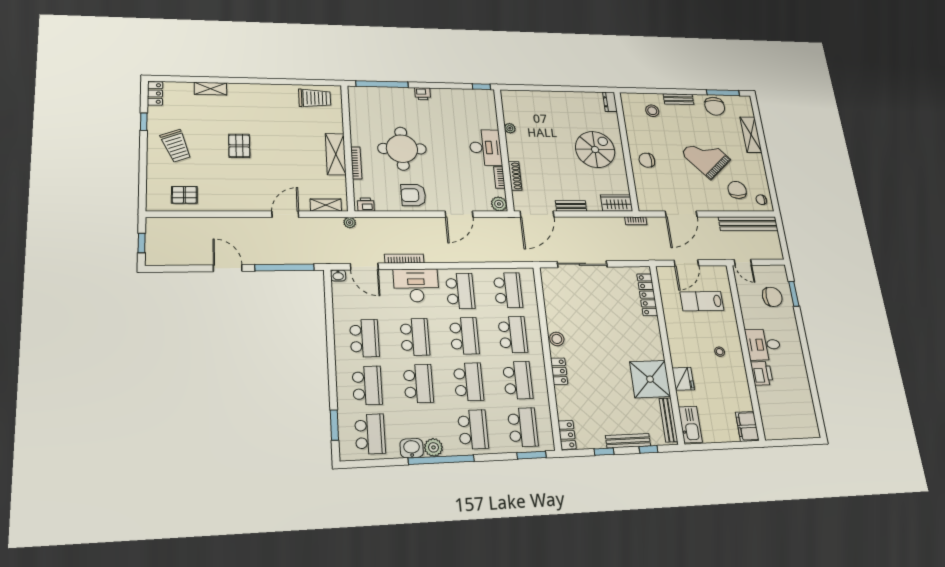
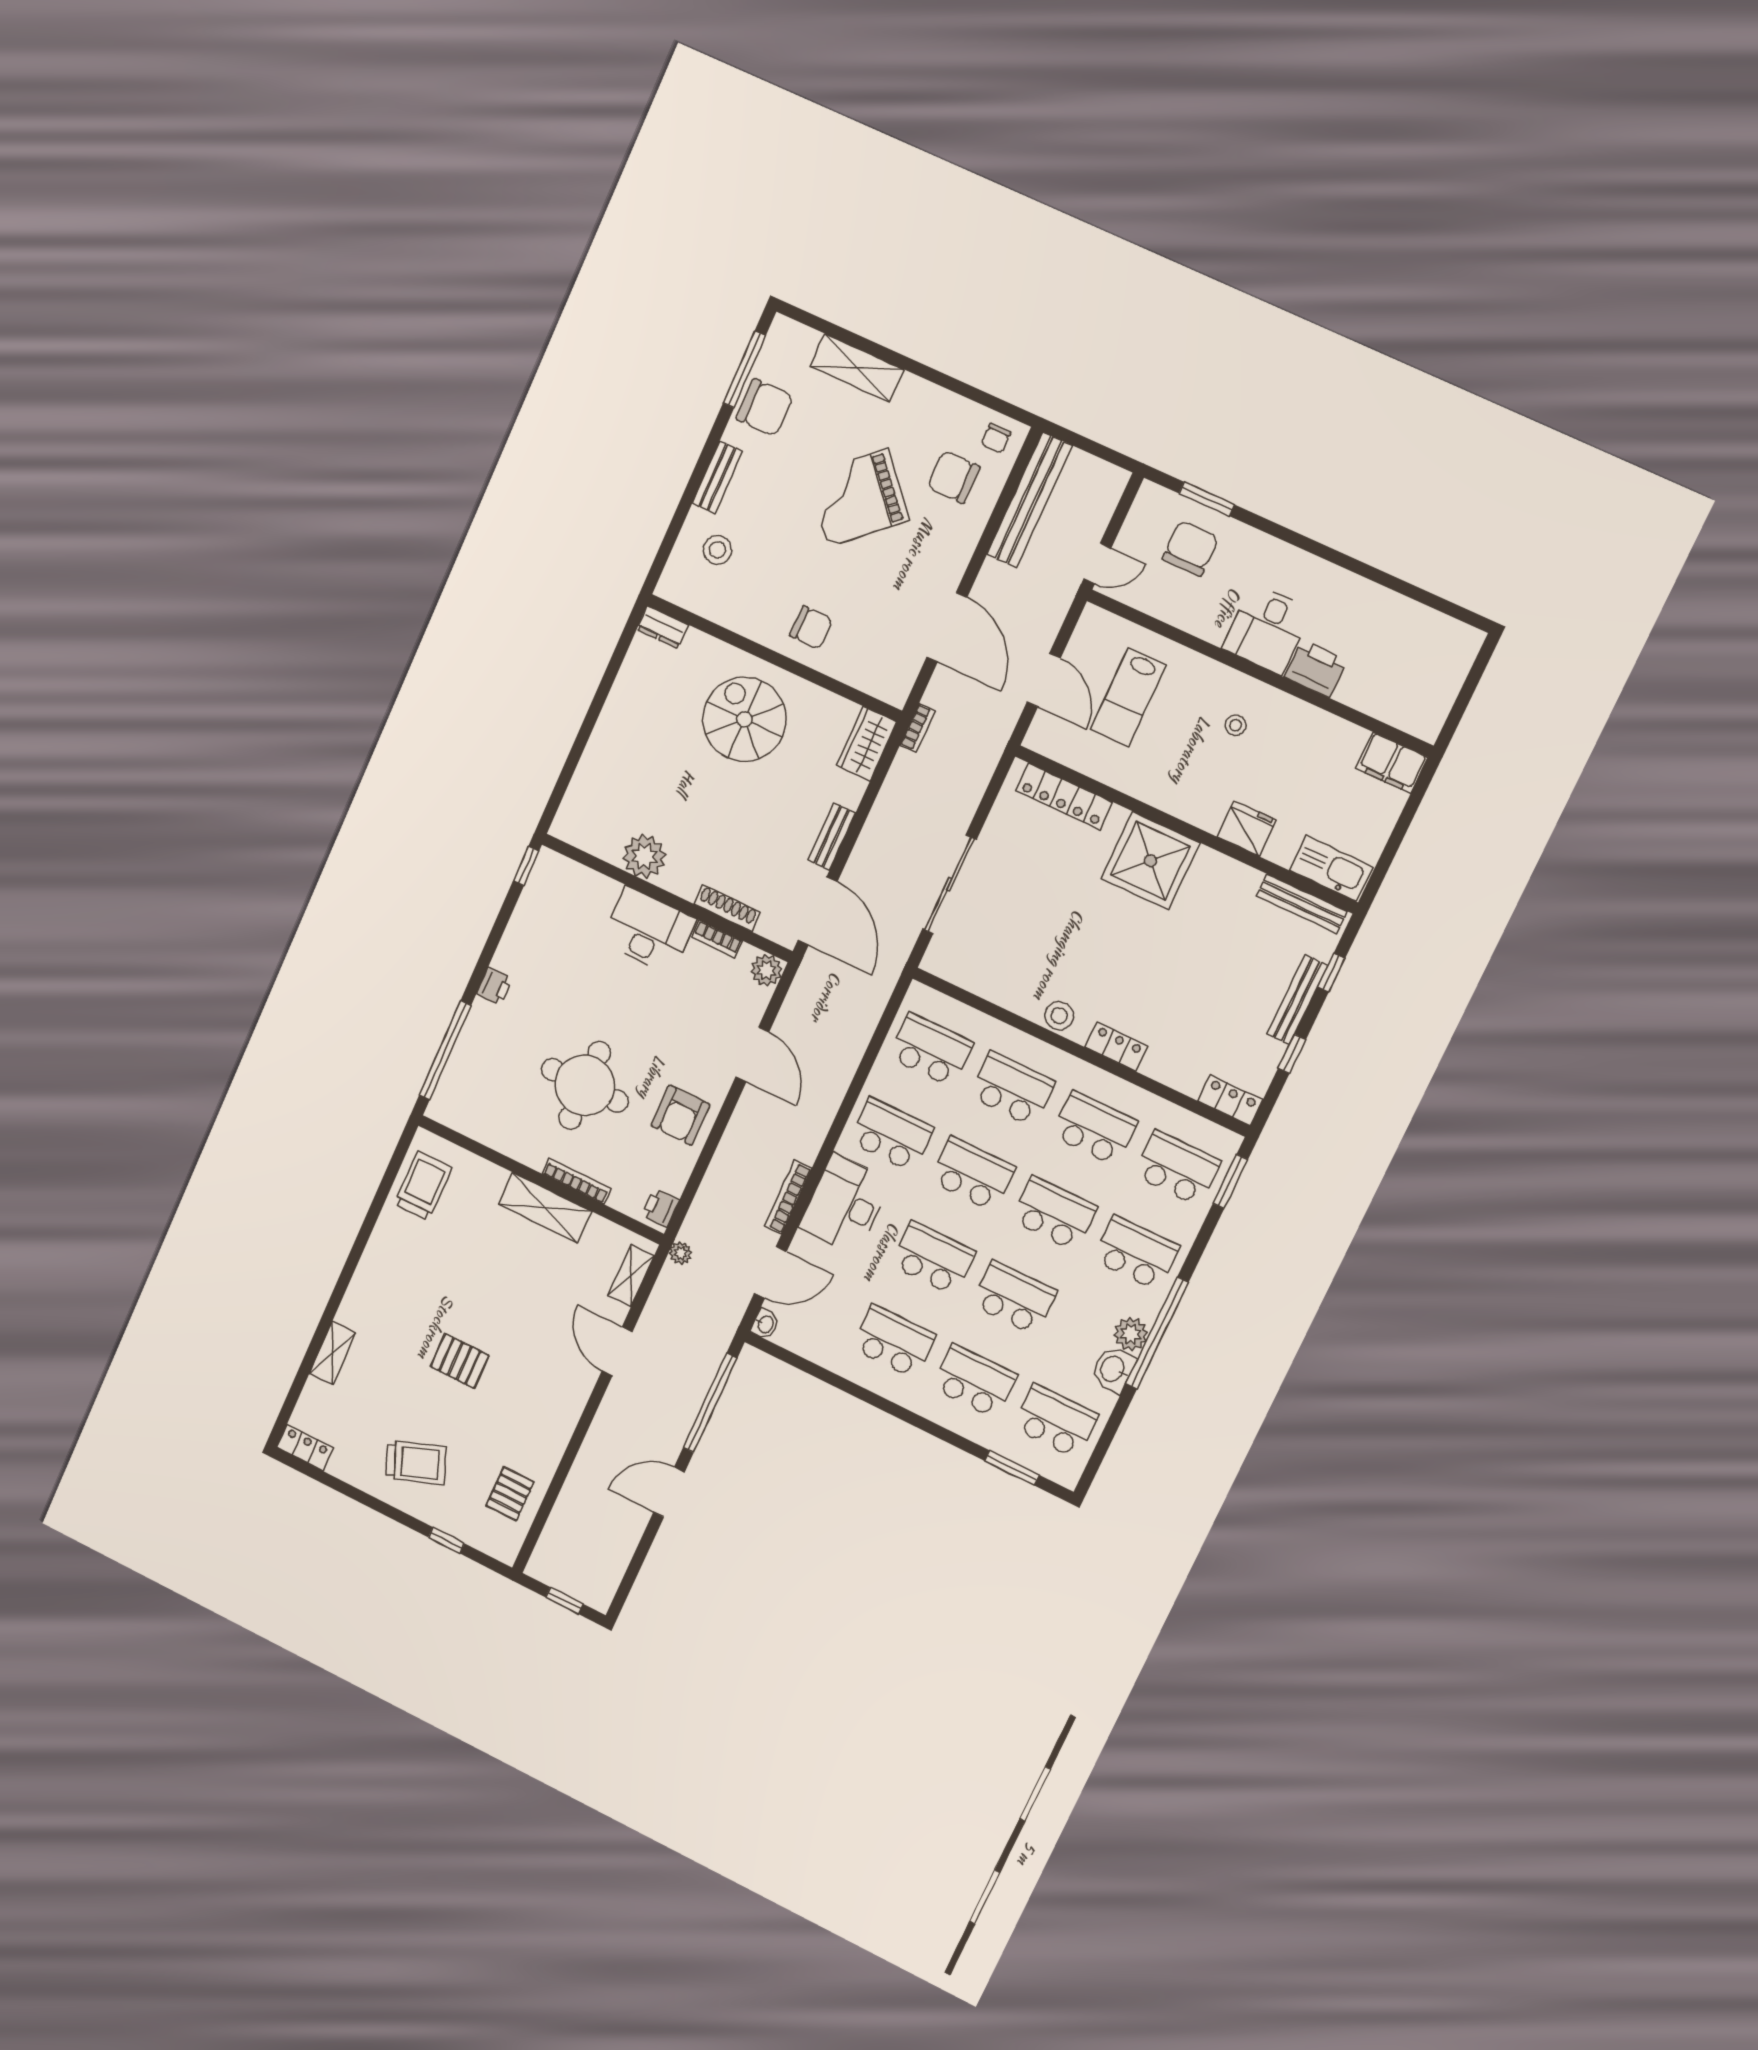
window: (144, 122) -> (446, 1540), moved
plant: (510, 128) -> (644, 856), width x1.87, depth x1.87
chair: (647, 160) -> (811, 627), turned -87
shower: (650, 379) -> (1151, 861), moved

